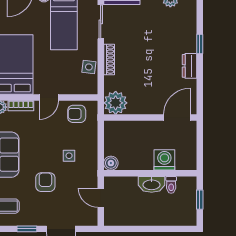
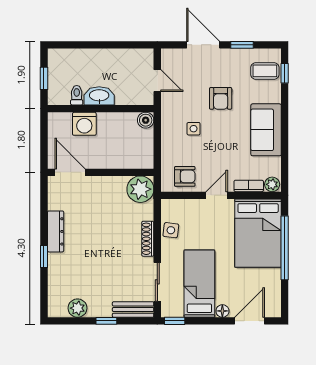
dresser: (190, 66) -> (56, 231), width x1.44
door: (177, 118) -> (70, 172), swing flipped

